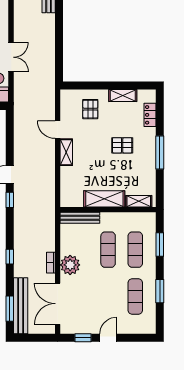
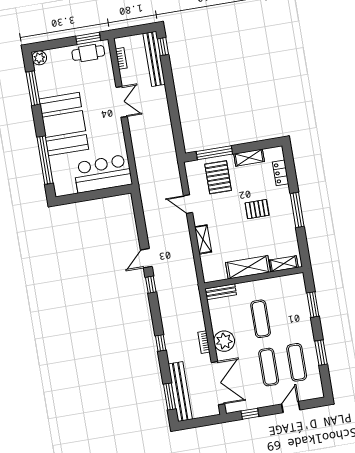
double door: (11, 57) -> (122, 102), moved
window: (91, 85) -> (214, 153), added
pallet: (90, 109) -> (218, 177), width x1.50, depth x1.42
shelving: (66, 152) -> (203, 239), moved
bench: (80, 218) -> (221, 292), width x0.73
exercise mat: (135, 250) -> (269, 367), moved
double door: (58, 304) -> (218, 383), swing flipped
door: (108, 338) -> (291, 407), moved

